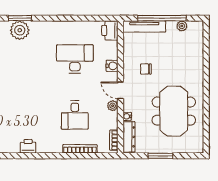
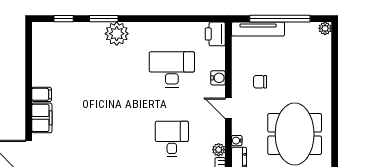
plant: (182, 26) -> (325, 28), moved
plant: (20, 30) -> (117, 34), moved
plant: (113, 106) -> (219, 150), moved
desk: (75, 115) -> (172, 139), turned 180

